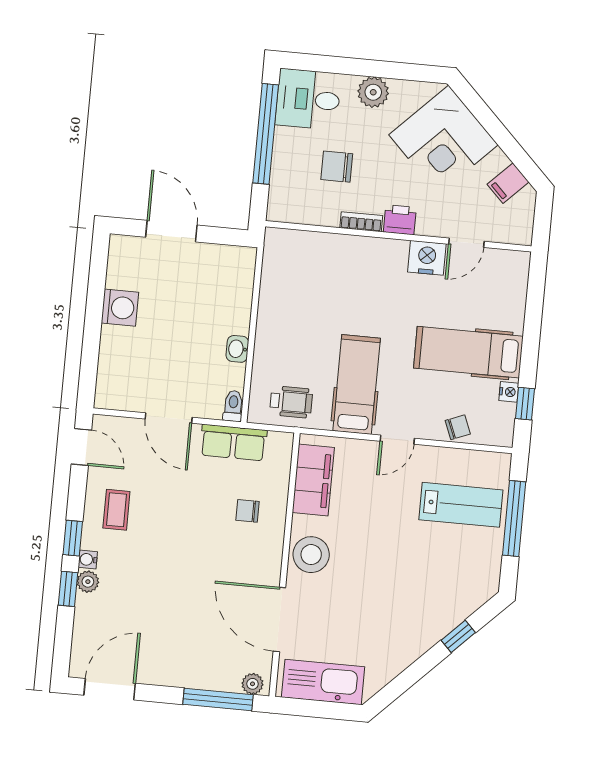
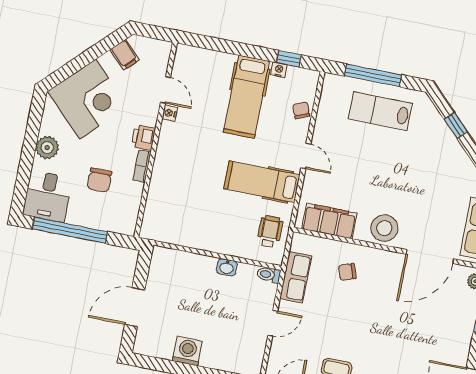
nightstand: (427, 258) -> (170, 113), width x0.53, depth x0.56
door: (169, 418) -> (273, 323), width x0.73
lab bench: (461, 505) -> (380, 111), moved, turned -90
chair: (247, 511) -> (347, 272), turned 71

